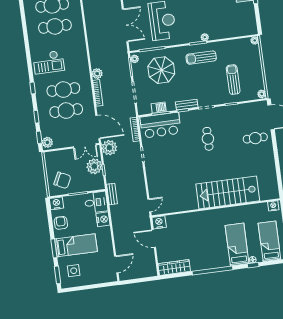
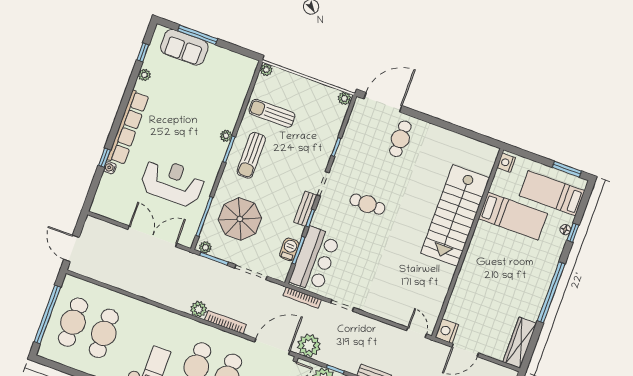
sun lounger: (233, 80) -> (272, 113), moved
bed: (237, 244) -> (513, 216), moved, turned 180

